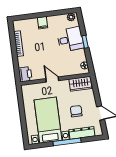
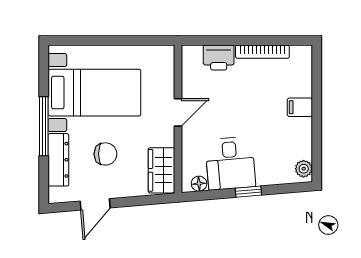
desk: (70, 39) -> (230, 163), moved
printer: (25, 74) -> (219, 57), moved

